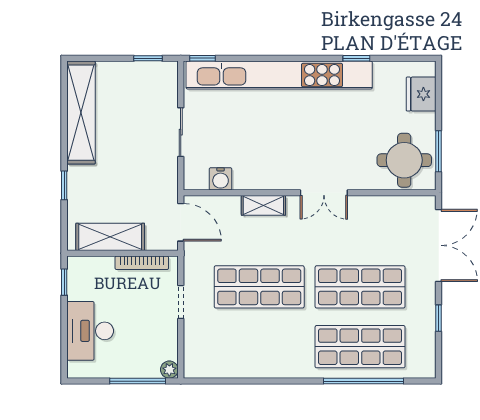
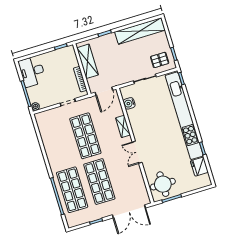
pallet: (152, 91) -> (160, 60), added
fridge: (421, 94) -> (199, 167), moved, turned -90
desk: (90, 331) -> (32, 71), moved, turned -90

